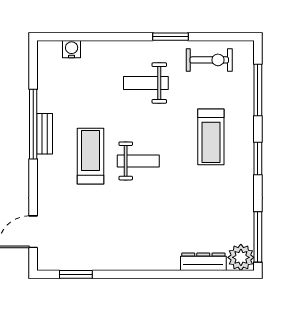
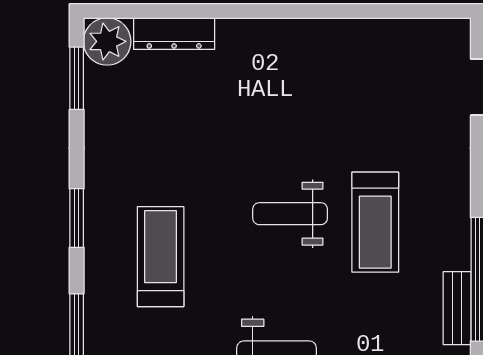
bench: (45, 134) -> (457, 308), moved
window: (258, 237) -> (77, 78), width x0.69
window: (76, 274) -> (401, 11), removed

